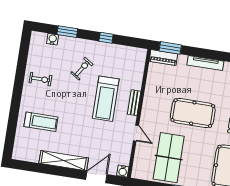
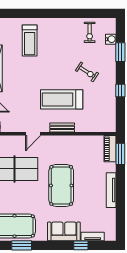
exercise bike: (41, 79) -> (90, 32), moved

